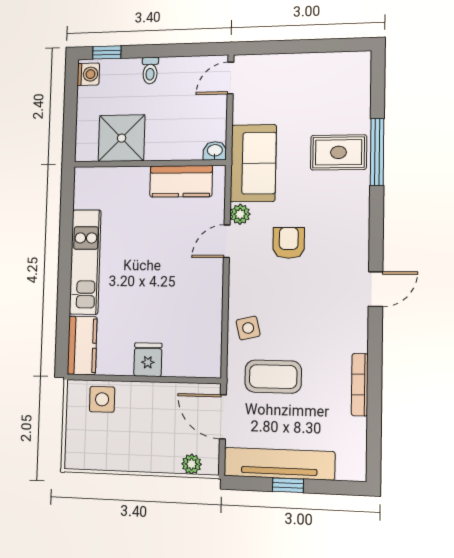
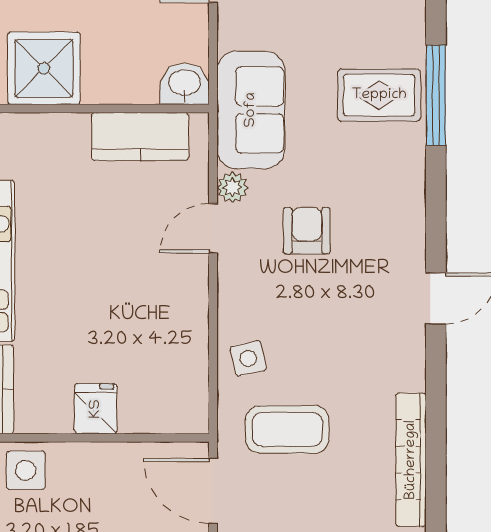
washbasin: (215, 151) -> (185, 84), width x1.38, depth x1.45
bookcase: (360, 385) -> (411, 460), width x1.48, depth x1.31

